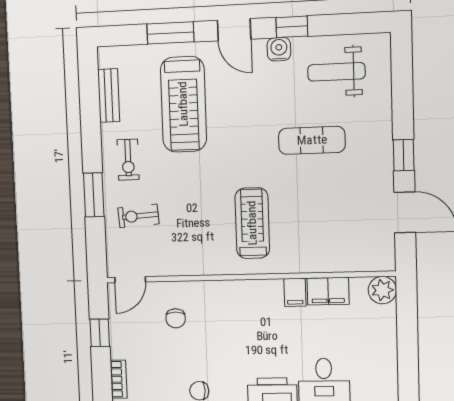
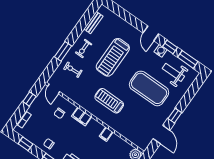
window: (170, 33) -> (188, 59), moved
treadmill: (183, 104) -> (113, 57), moved
exercise mat: (312, 140) -> (149, 88), width x2.00, depth x1.45
treadmill: (252, 223) -> (109, 101), turned -90
door: (130, 280) -> (54, 89), hinge flipped
filing cabinet: (328, 291) -> (81, 117), moved

